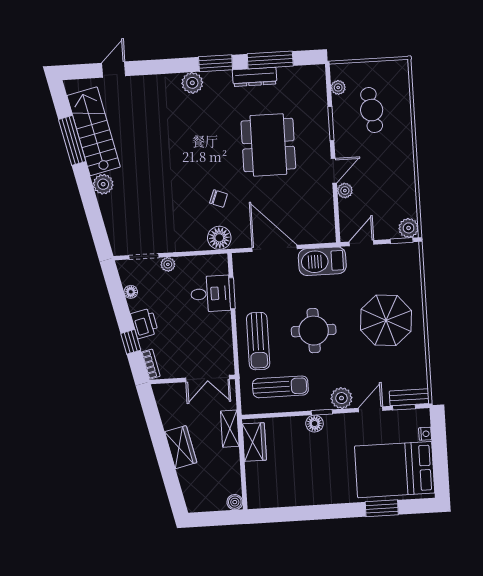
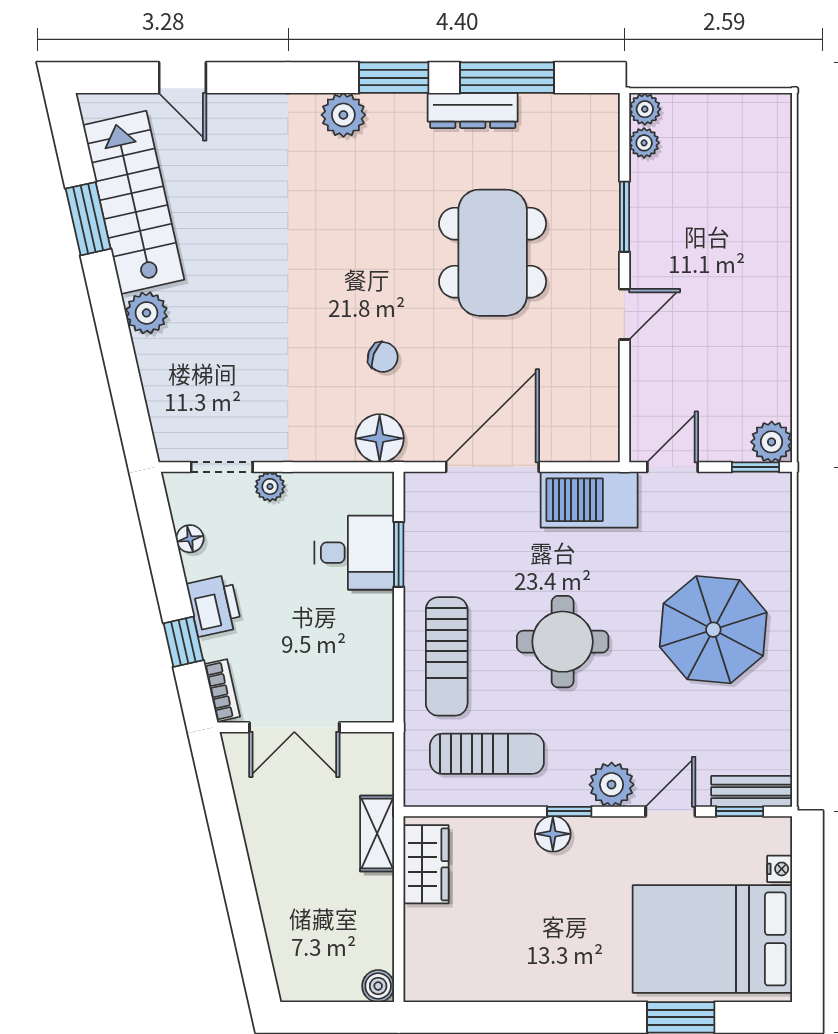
door: (114, 70) -> (183, 78), swing flipped
cafe table: (372, 110) -> (710, 194), removed
window: (72, 140) -> (88, 219), width x0.69
plant: (345, 191) -> (645, 109), moved
door: (275, 248) -> (492, 467), hinge flipped
double door: (208, 378) -> (294, 727), moved
wardrobe: (181, 447) -> (273, 866), removed

